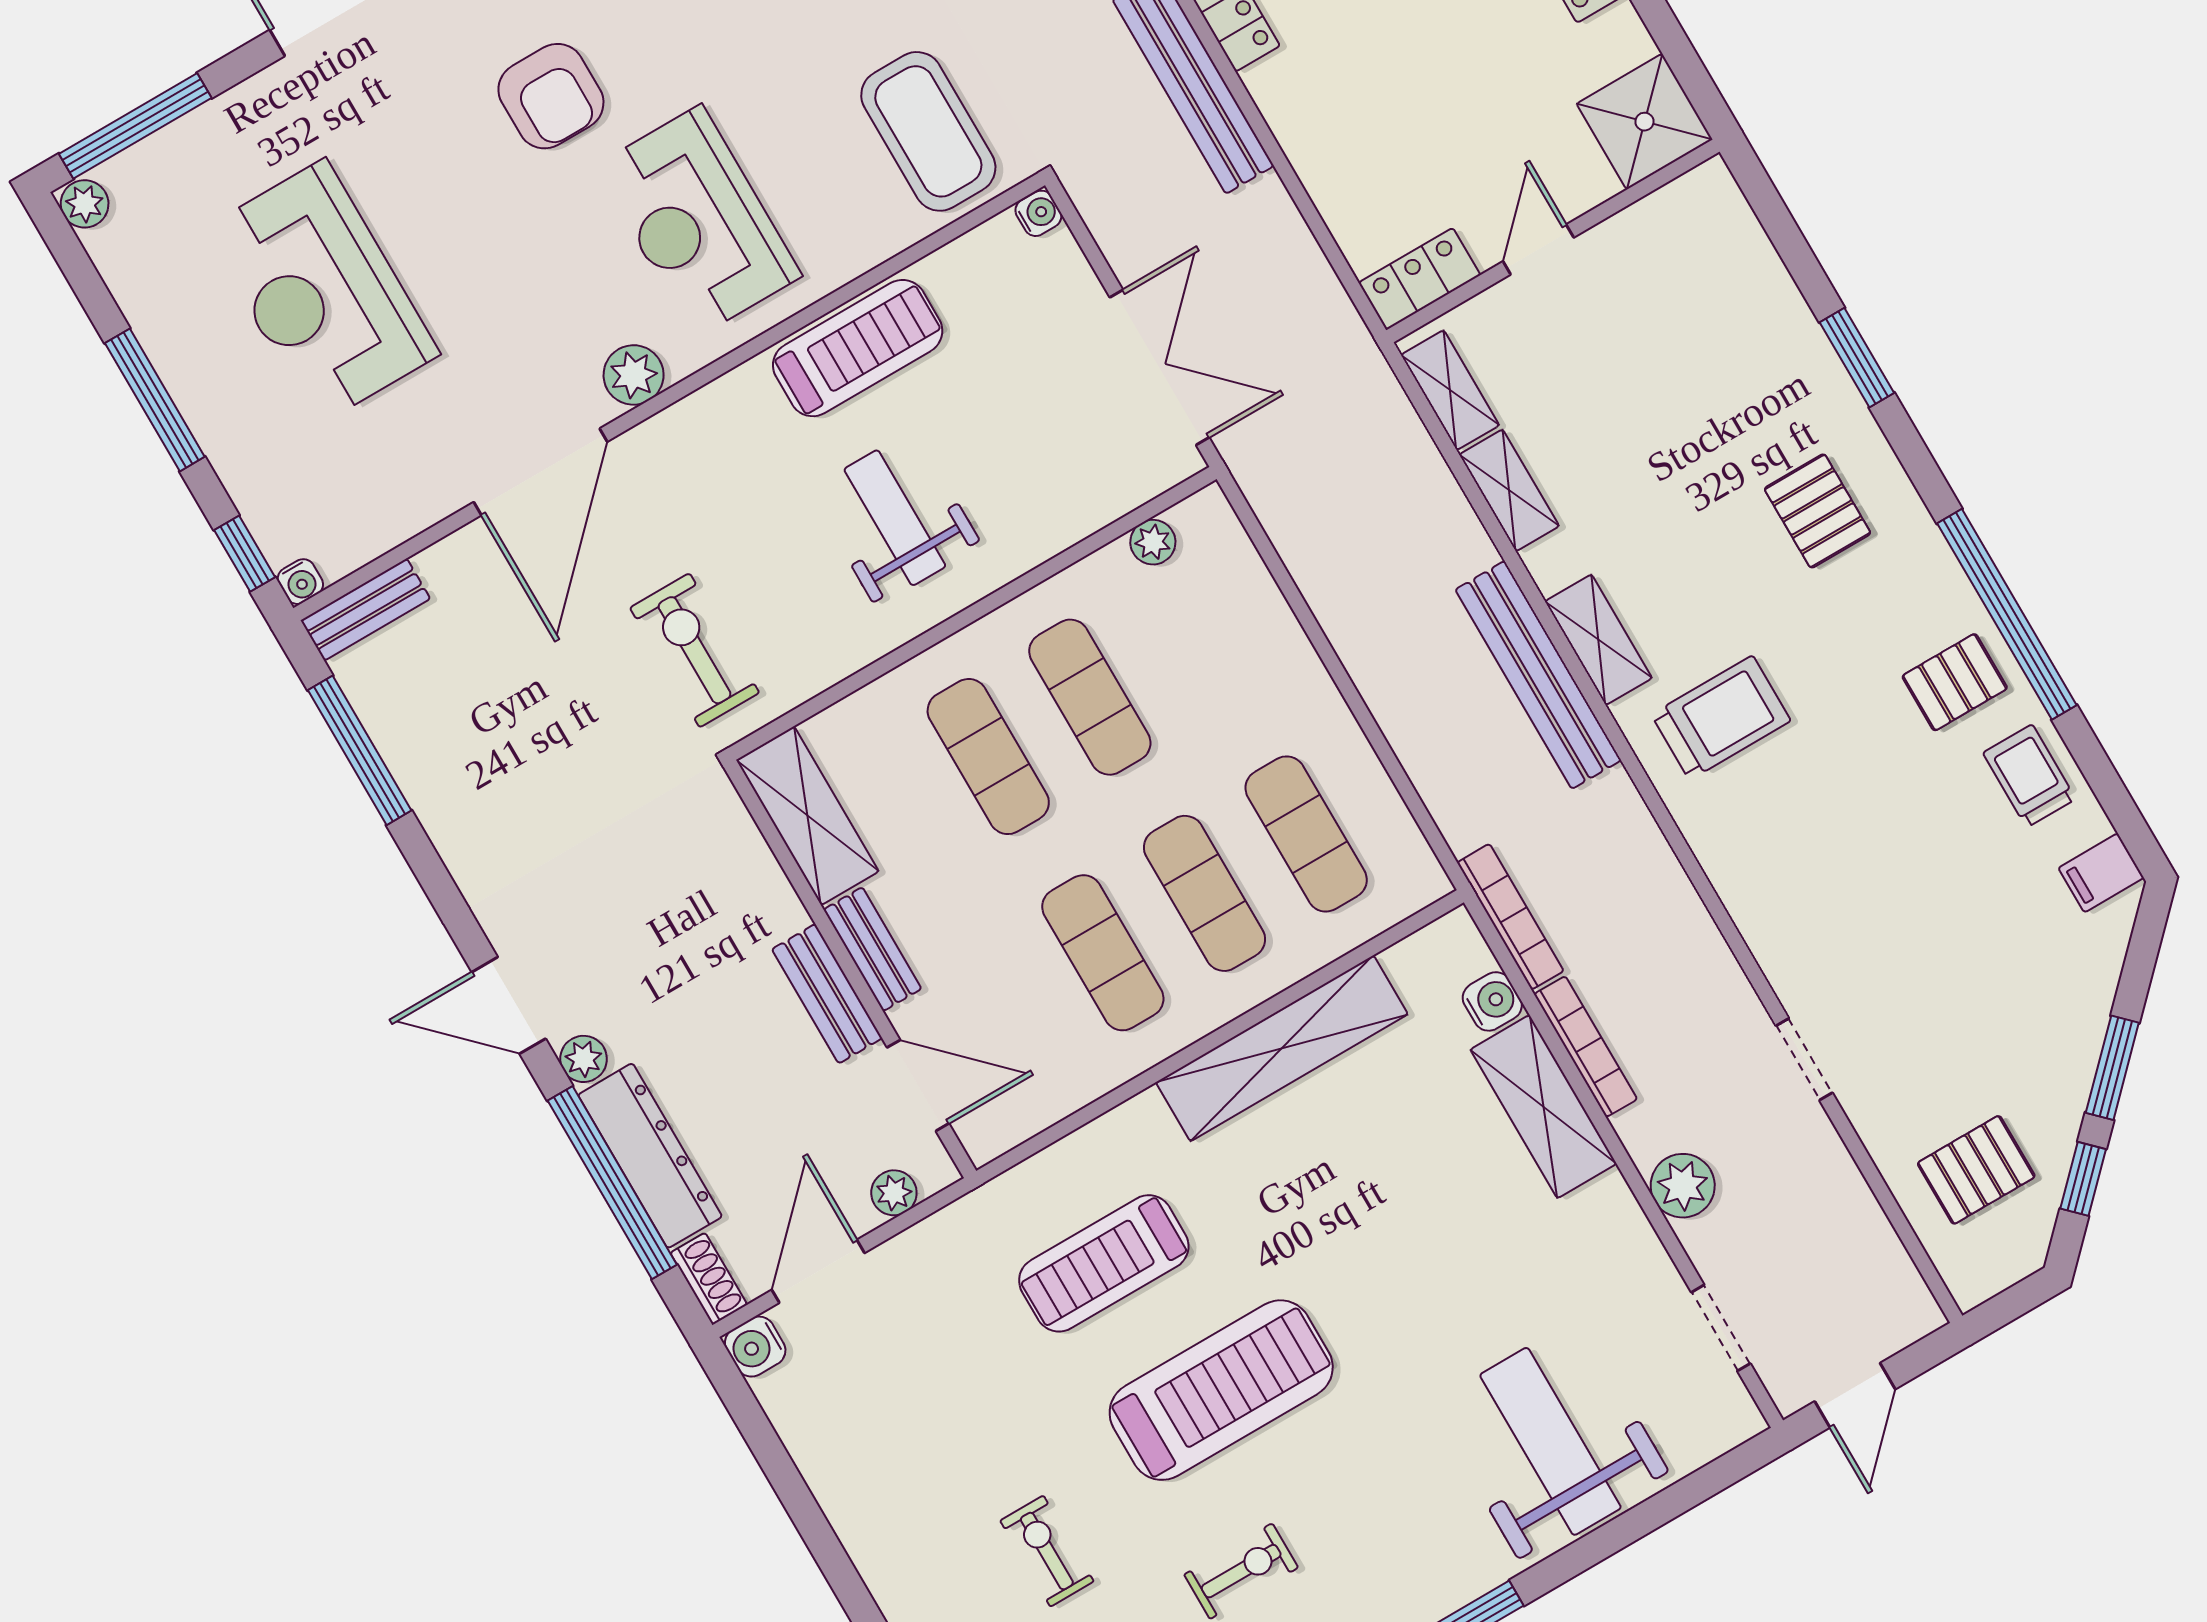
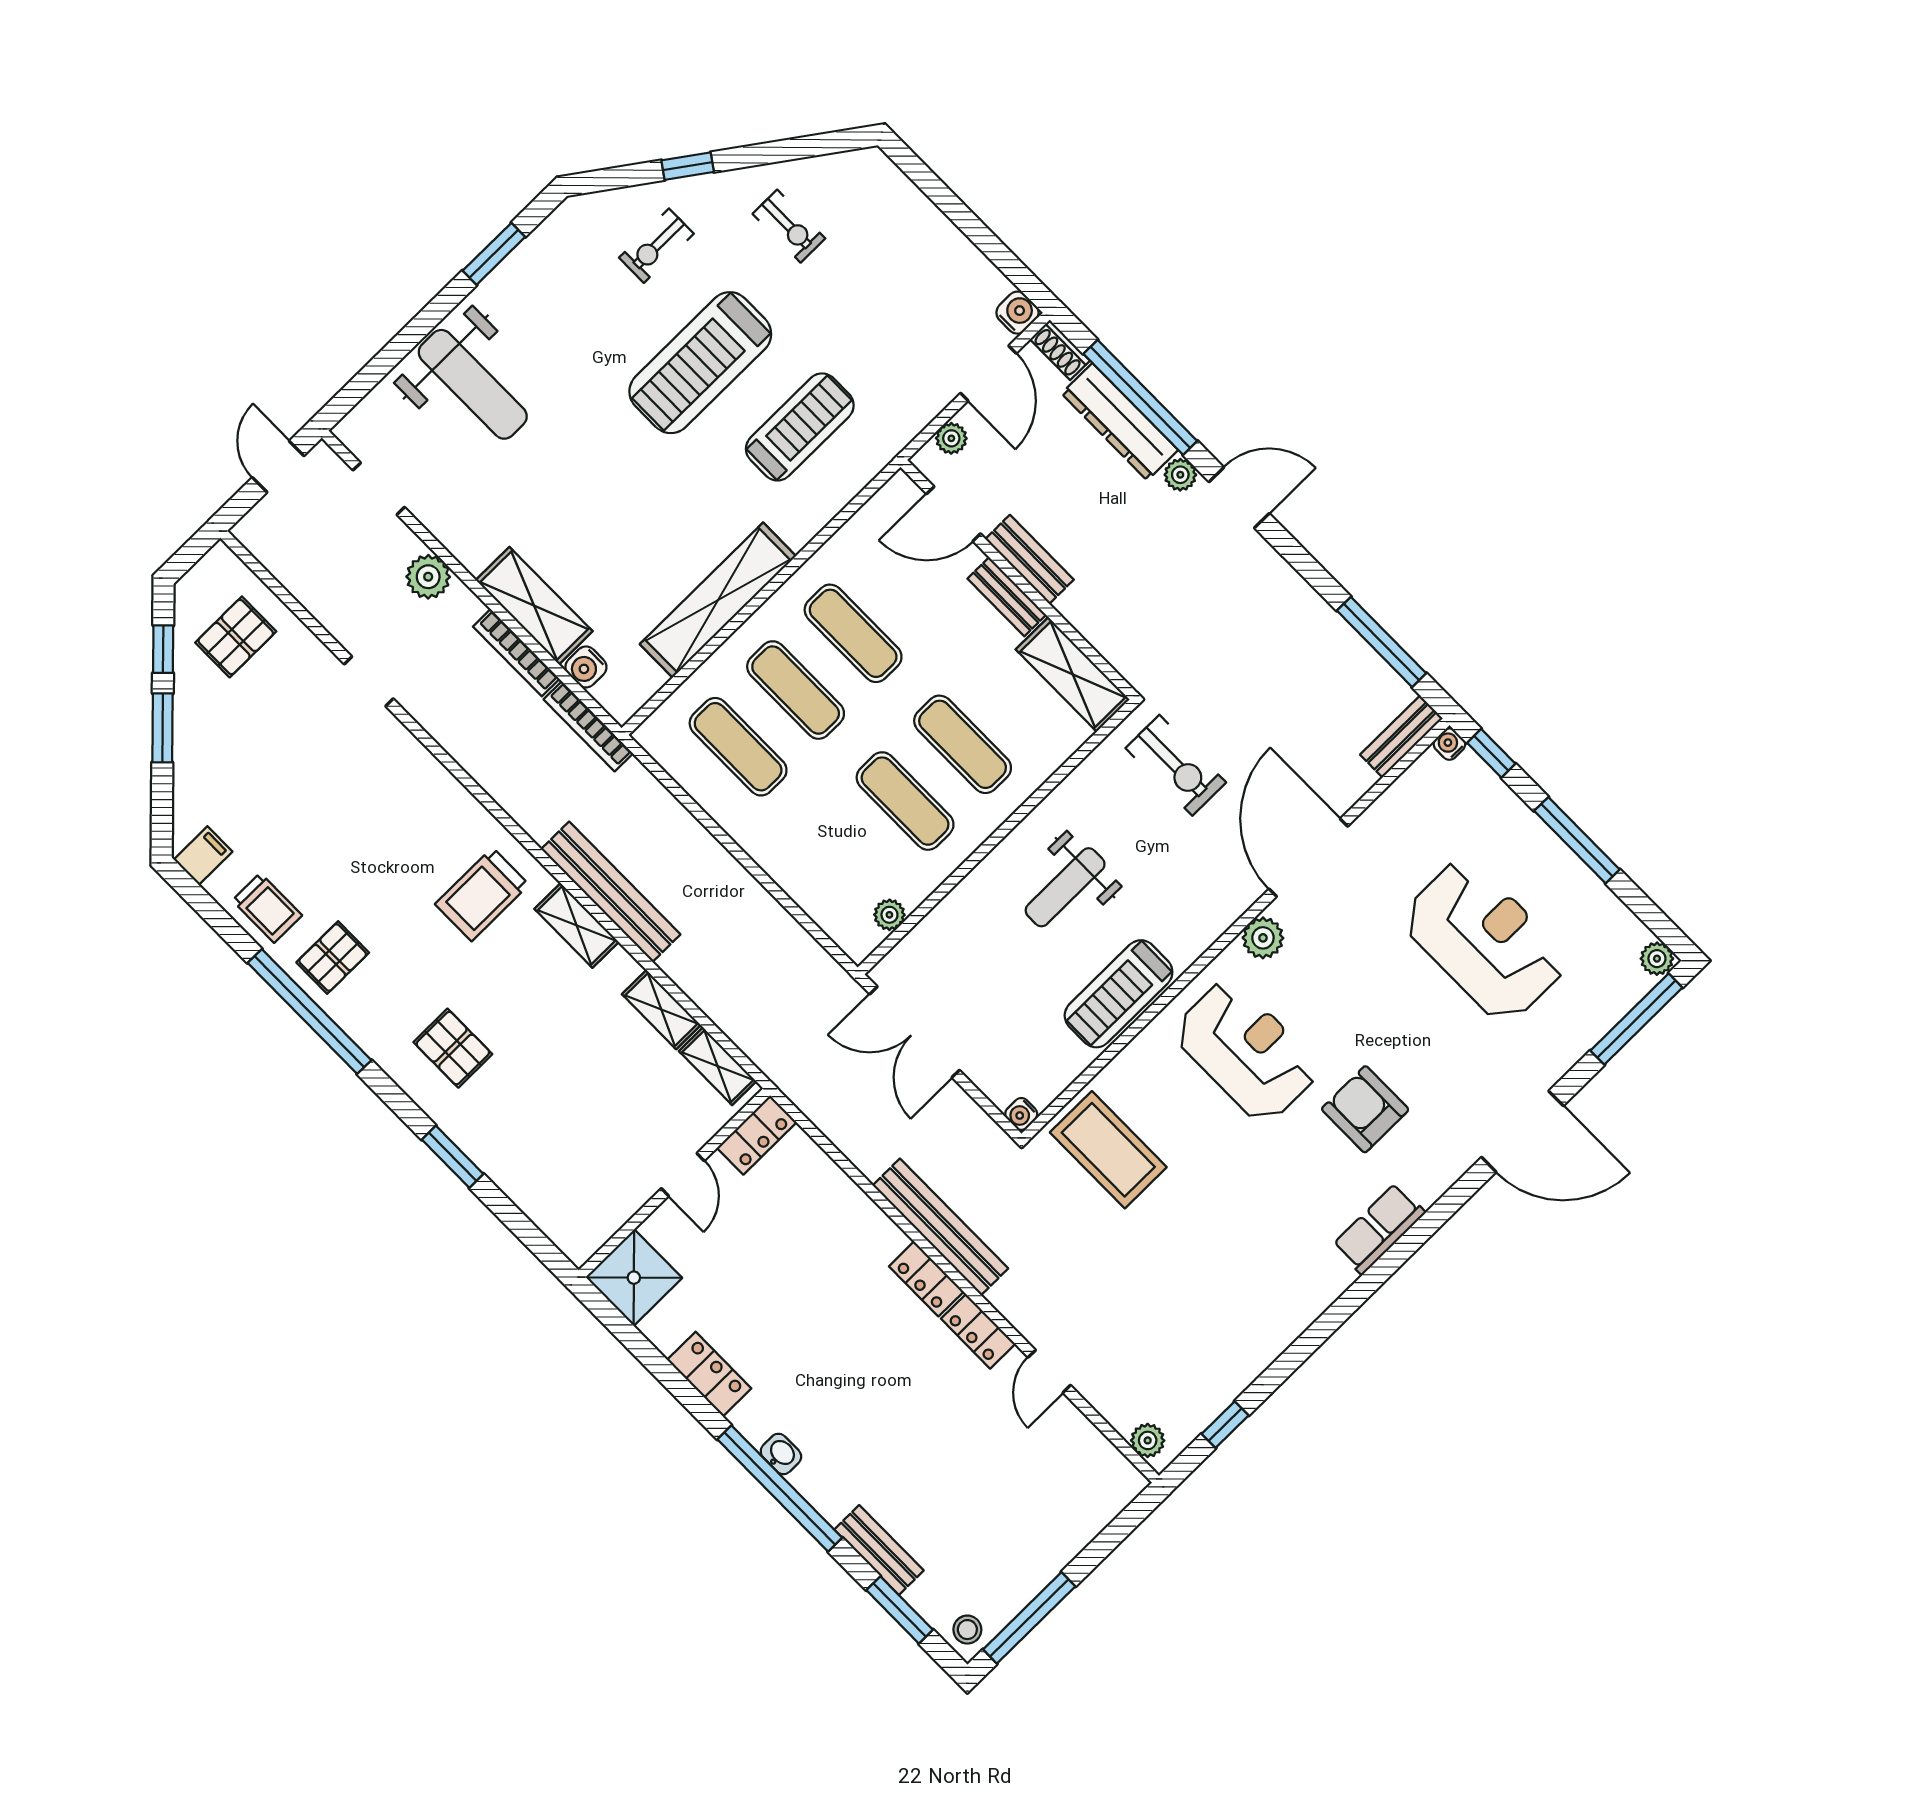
weight bench: (895, 518) -> (1065, 887), turned 90

